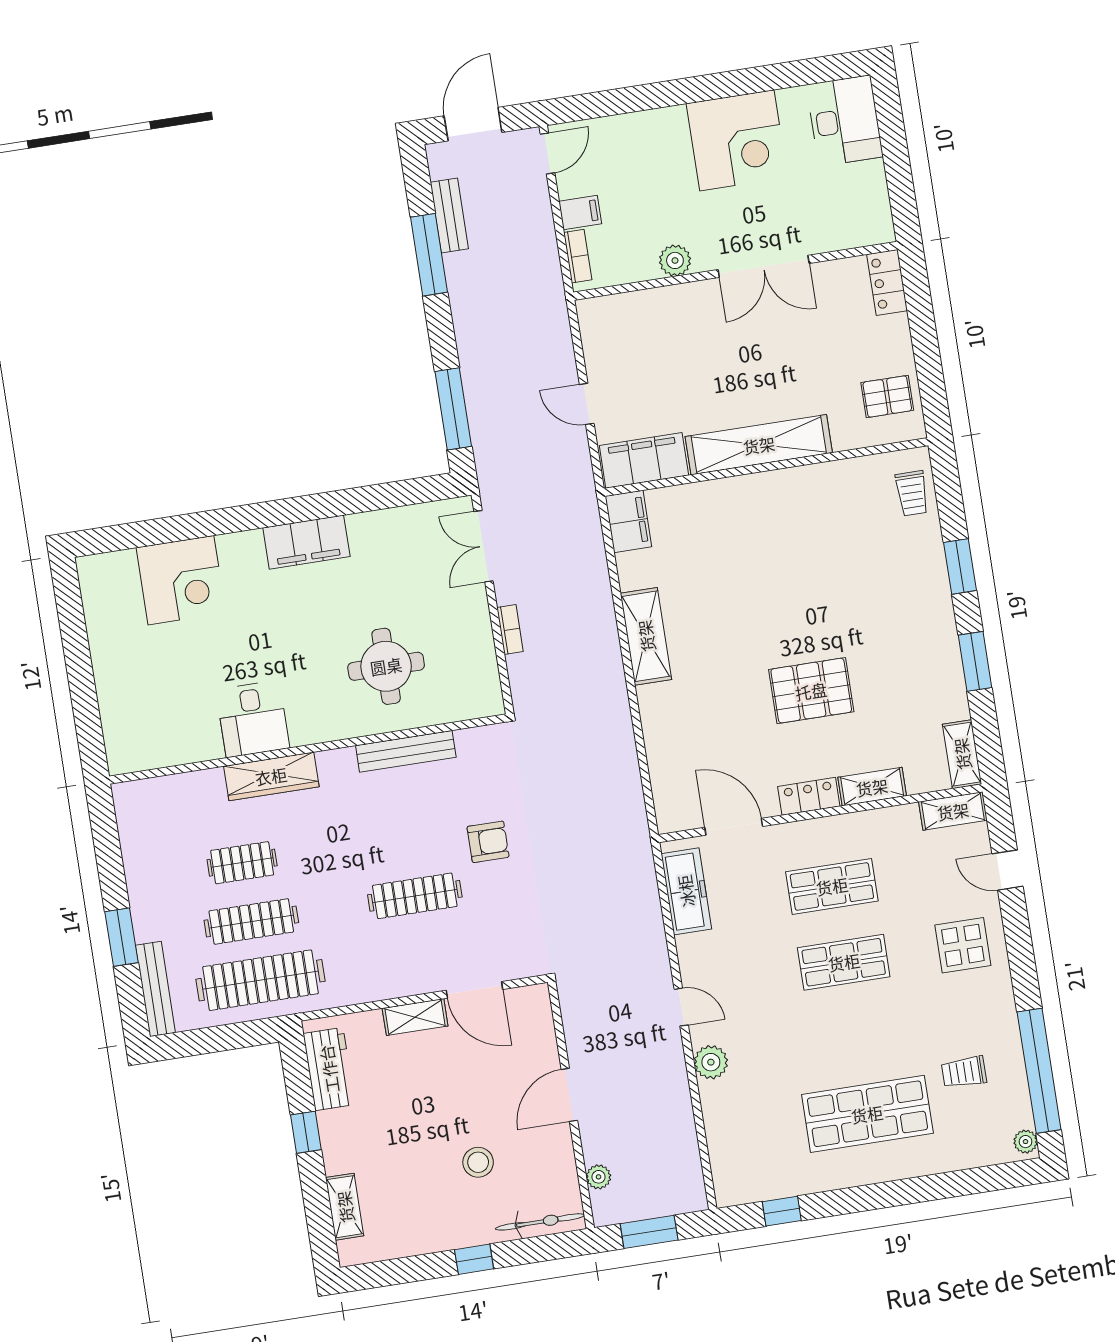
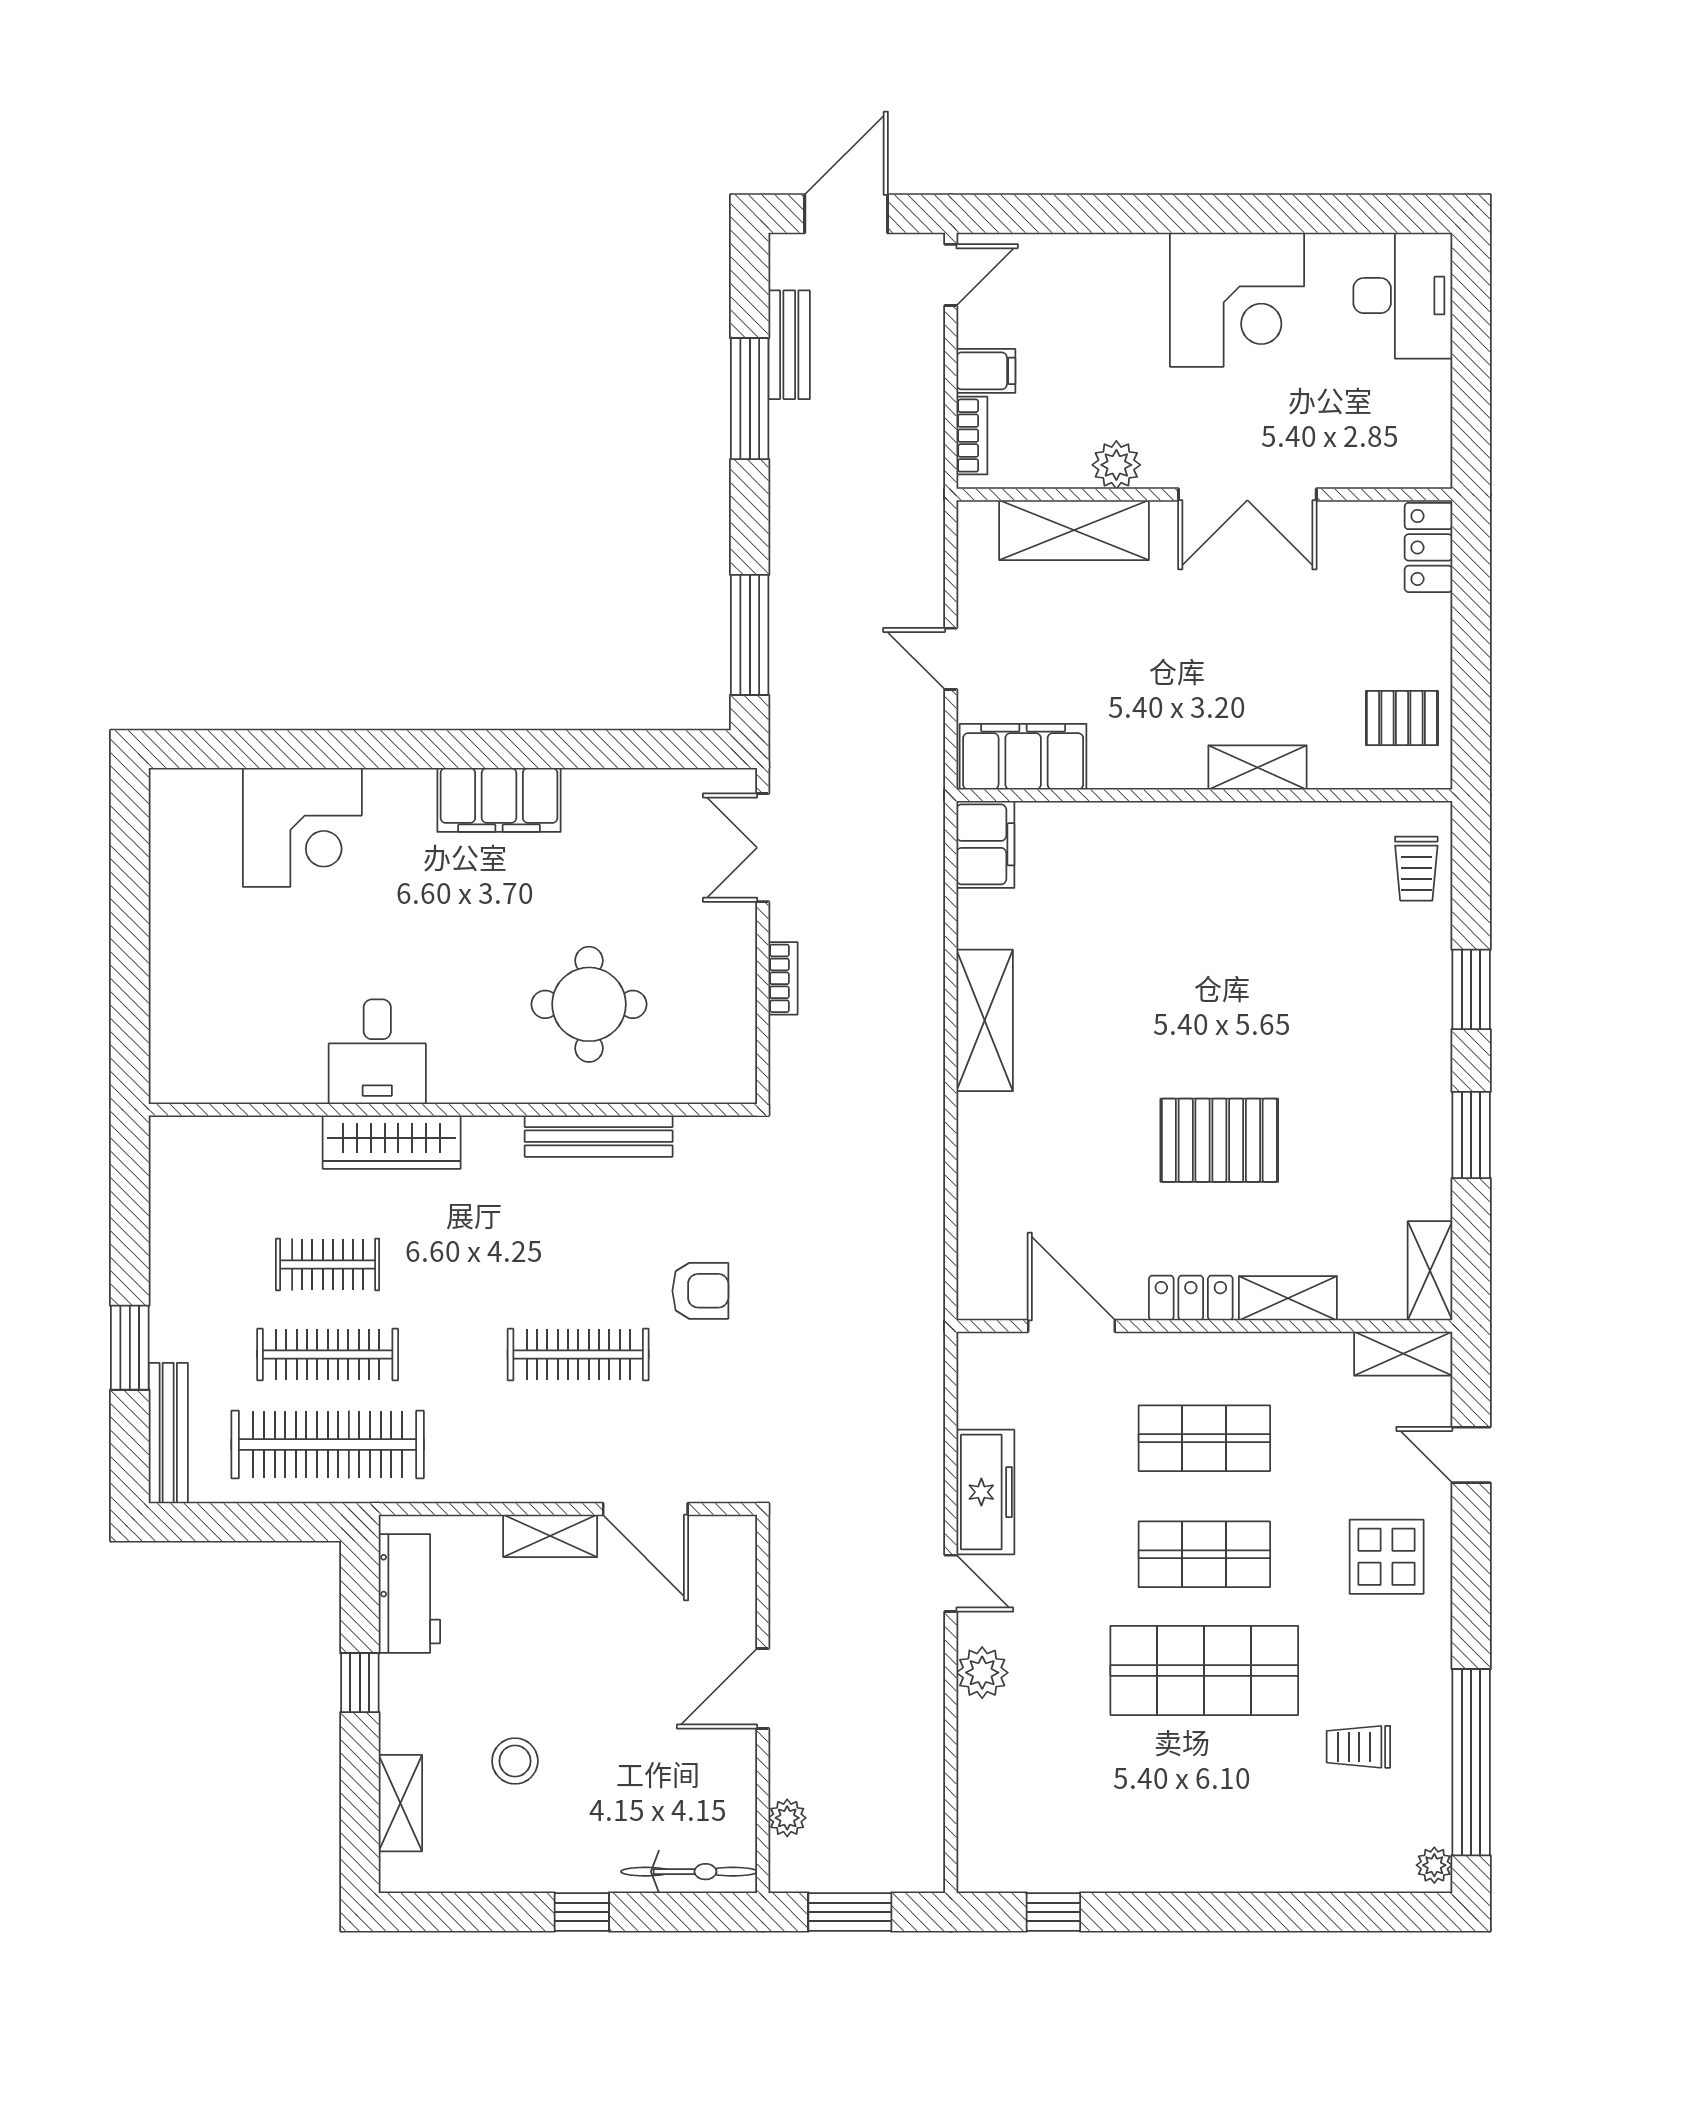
shelving: (654, 307) -> (1074, 530), added
shelving: (759, 445) -> (1258, 767), width x0.45, depth x0.75
freezer: (686, 891) -> (985, 1492), moved
shop shelf: (867, 1114) -> (1204, 1670), moved
stool: (478, 1162) -> (515, 1761), moved

